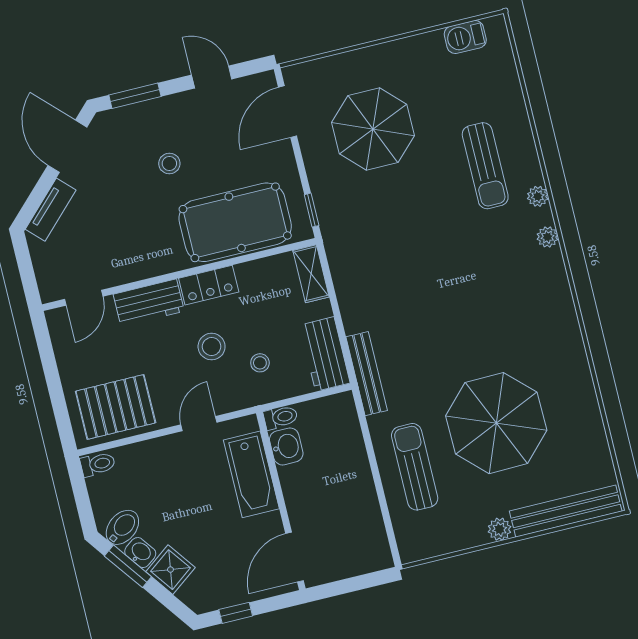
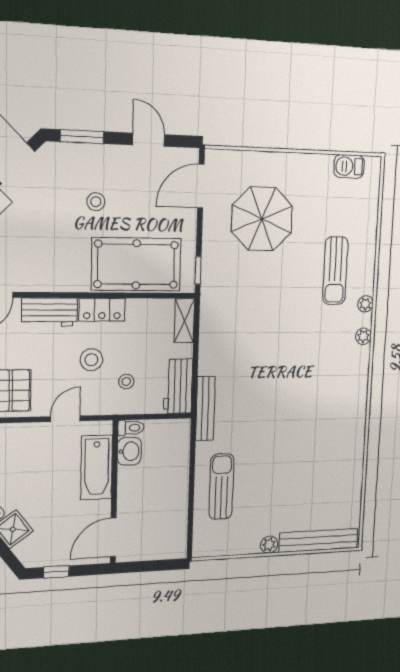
parasol: (496, 423) -> (289, 466), removed

